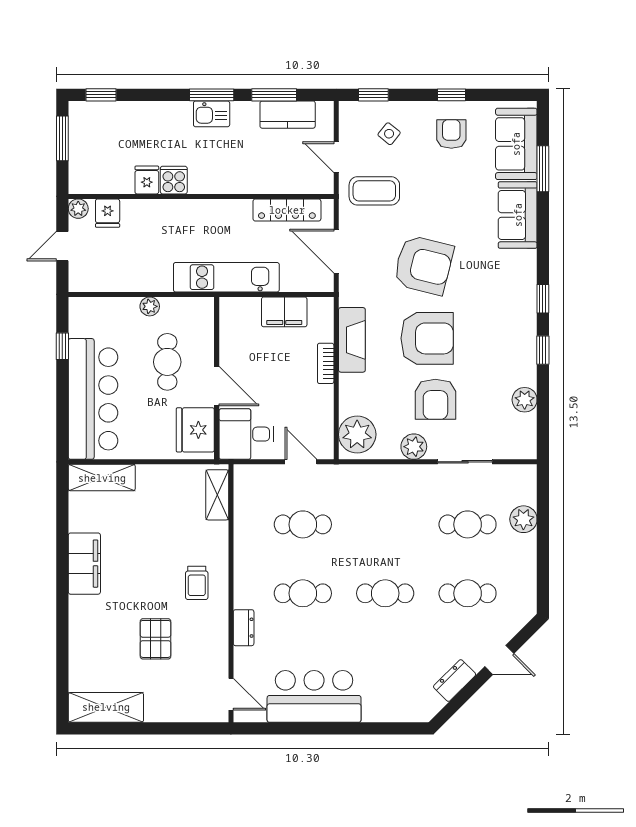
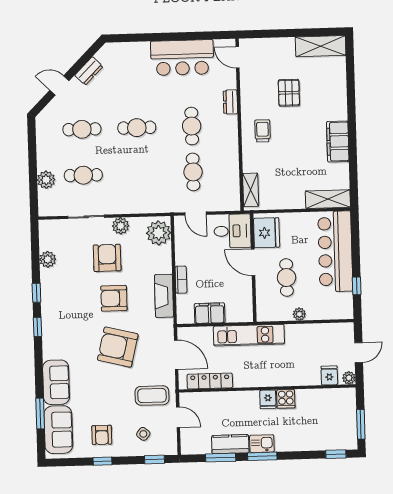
kitchen counter: (288, 115) -> (230, 444), moved
fridge: (147, 180) -> (268, 399), moved
armchair: (427, 338) -> (114, 298), width x0.73, depth x0.73
cafe table: (303, 524) -> (193, 172), turned 90
cafe table: (303, 593) -> (192, 126), turned 90

